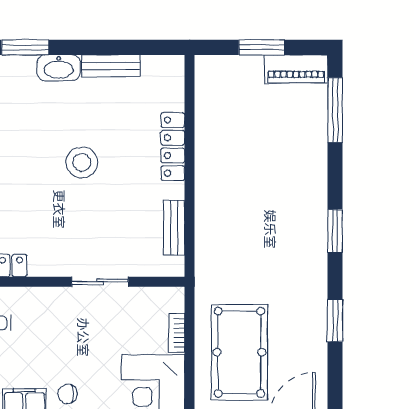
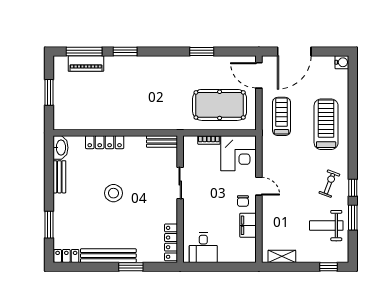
washbasin: (59, 68) -> (61, 148), moved
piano: (296, 69) -> (86, 63), moved, turned 90
bench: (174, 228) -> (162, 141), moved
window: (335, 231) -> (125, 51), moved

